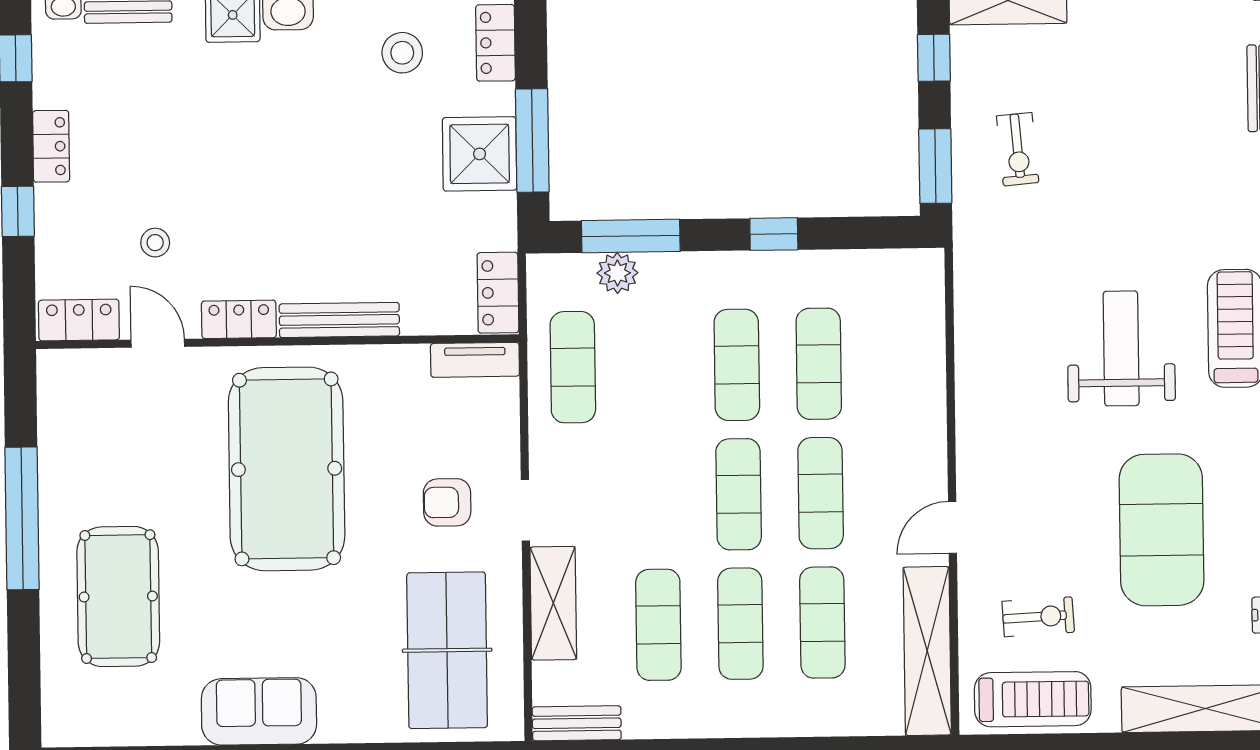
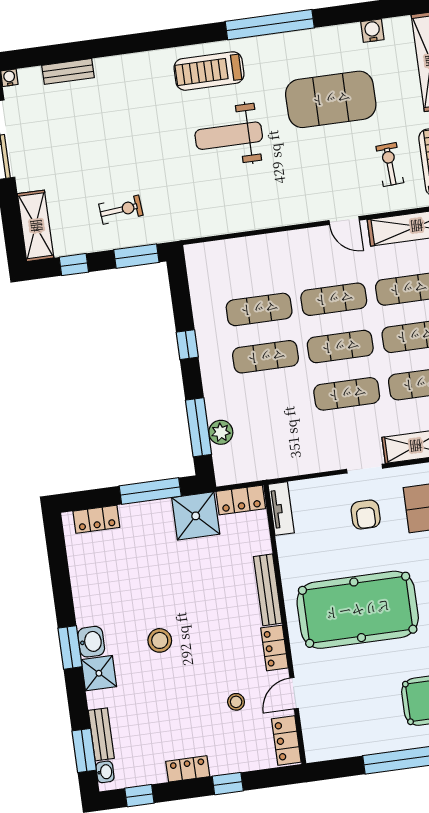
stool: (402, 53) -> (160, 640), moved
shower: (480, 154) -> (196, 516), moved
exercise mat: (573, 367) -> (347, 394), moved

